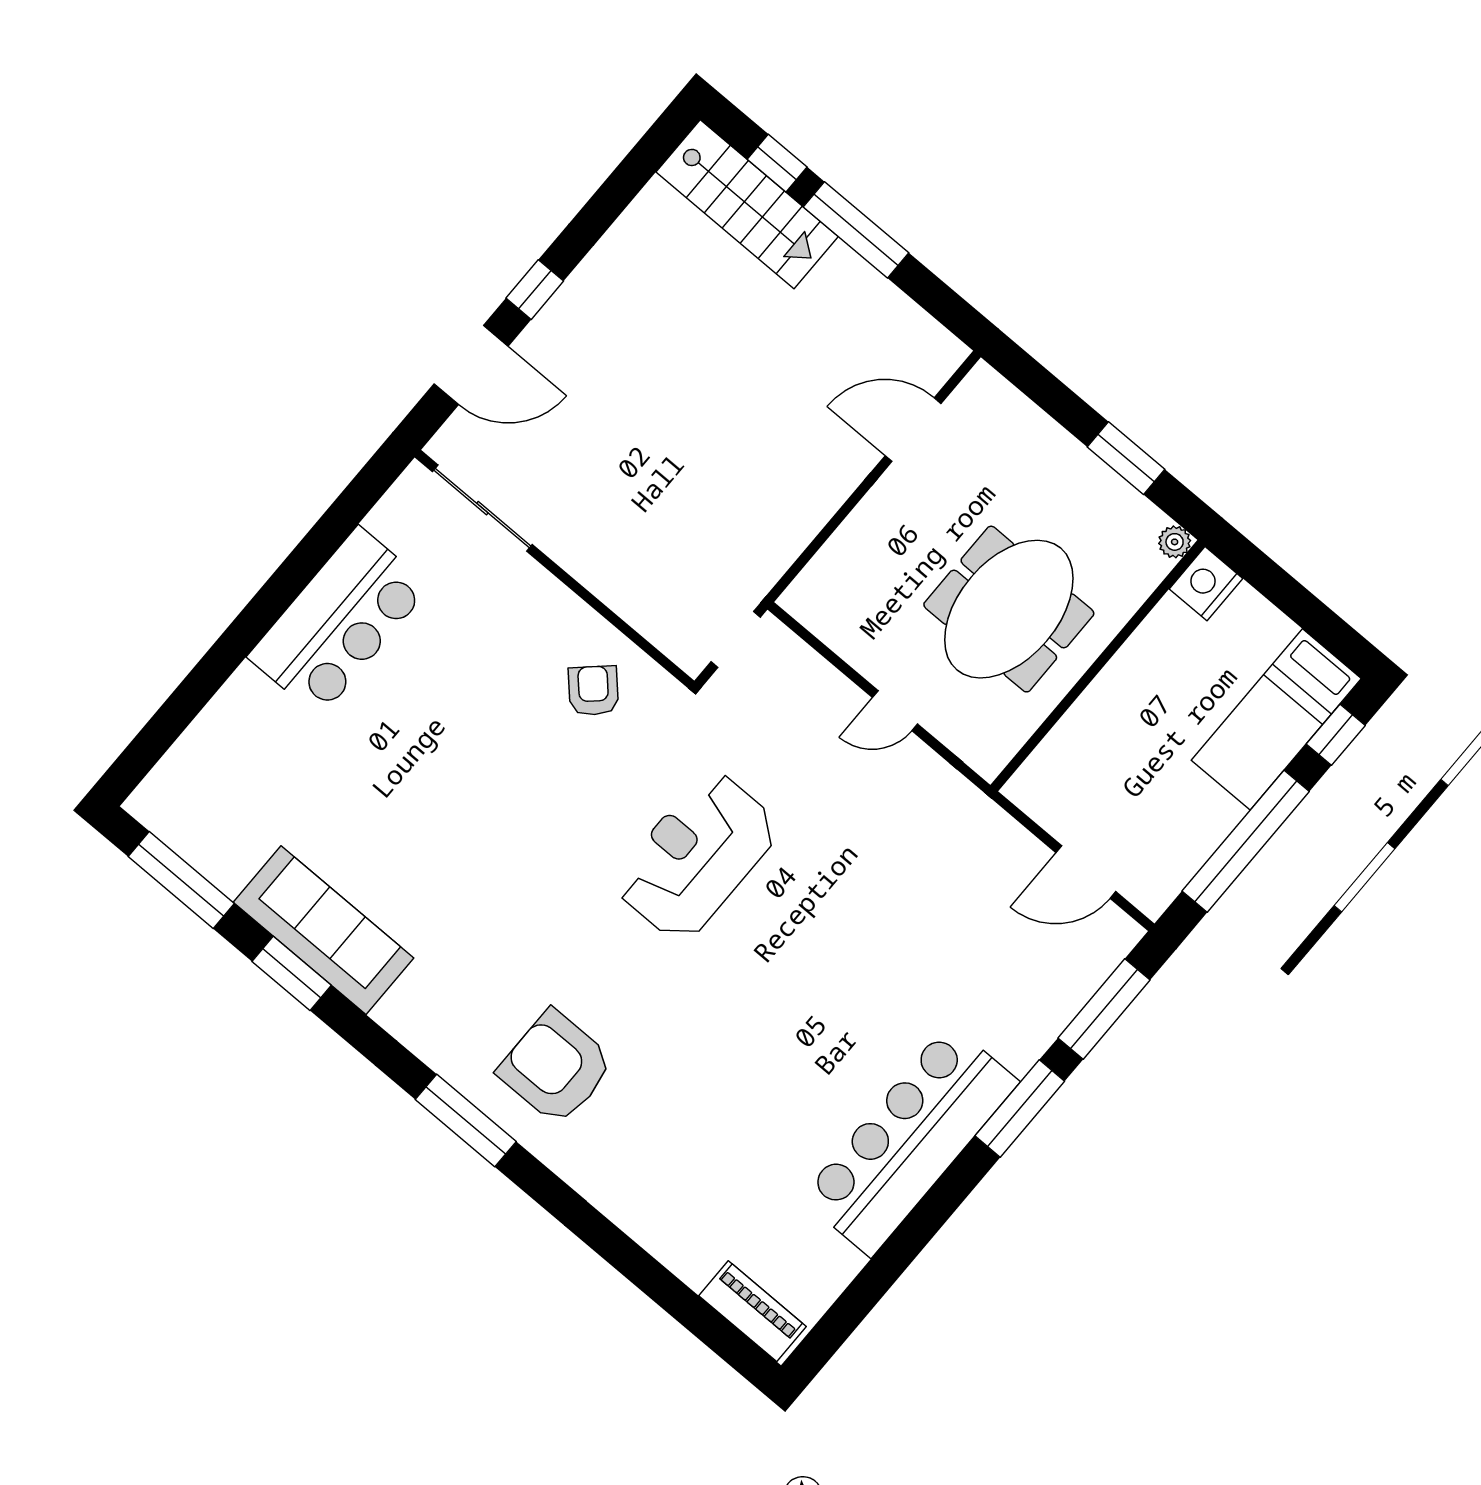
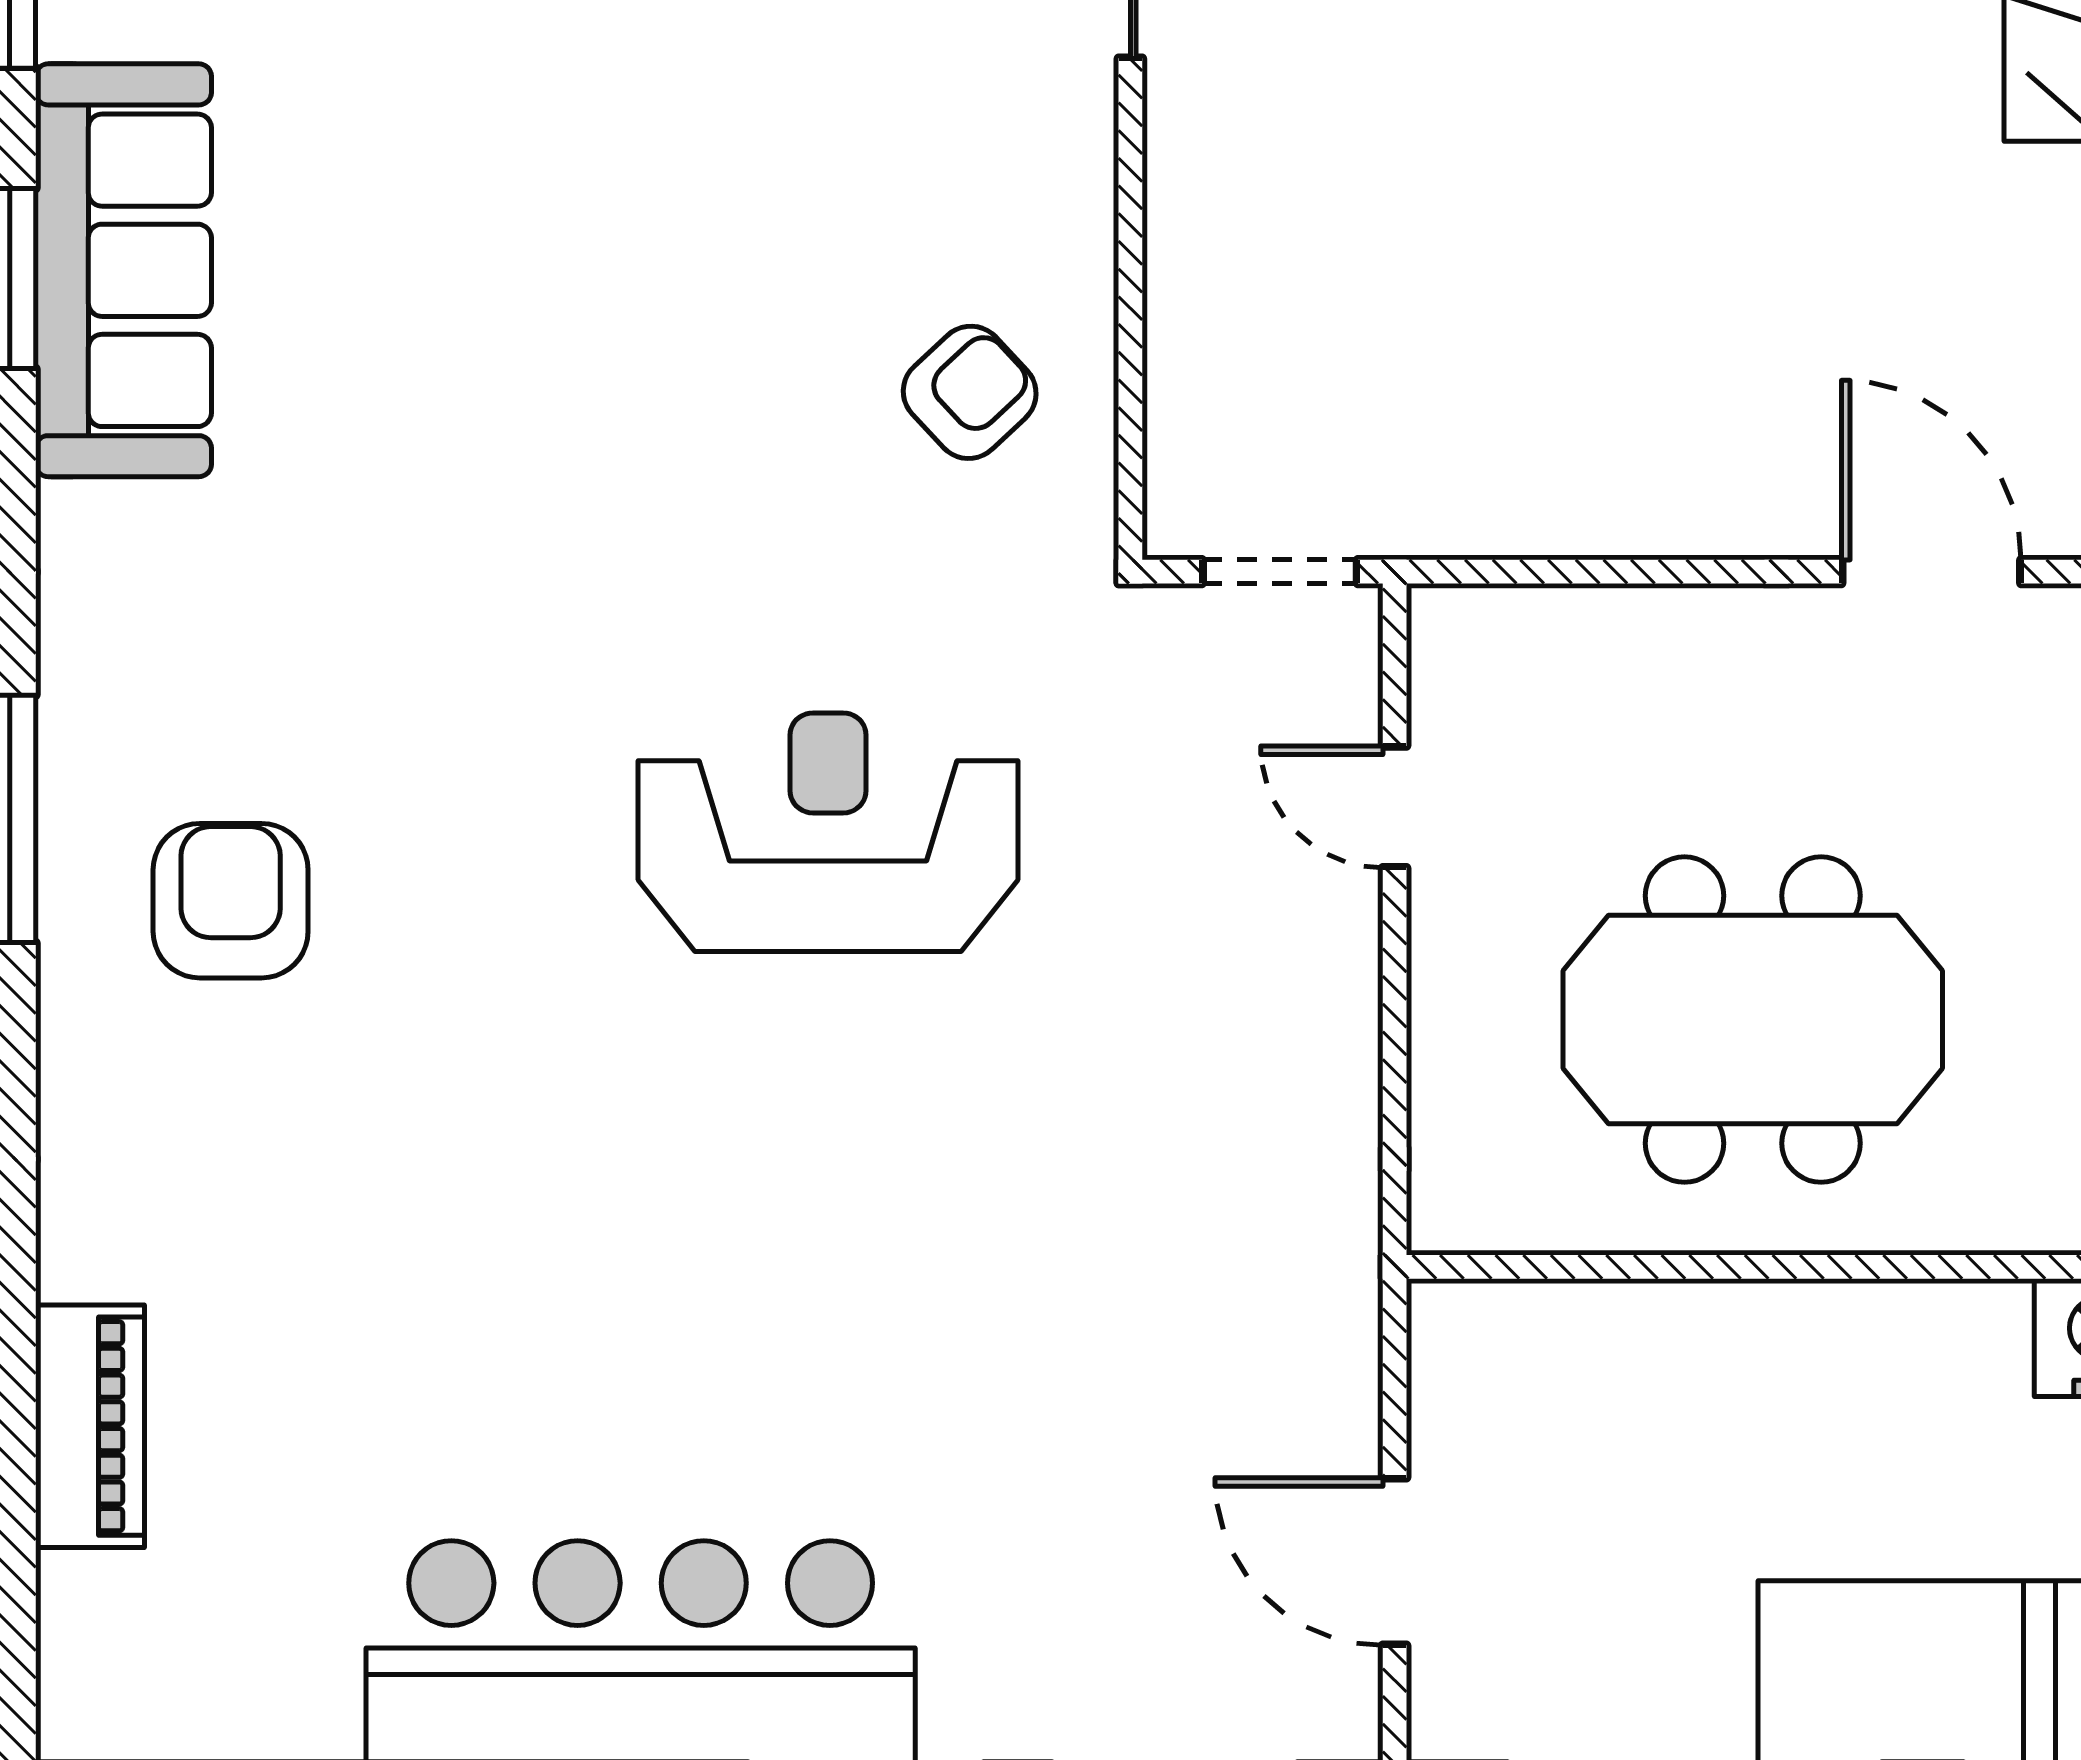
door: (895, 711) -> (1395, 807), moved
armchair: (556, 1067) -> (231, 901), width x0.73, depth x0.73
piano: (752, 1311) -> (90, 1426), moved

